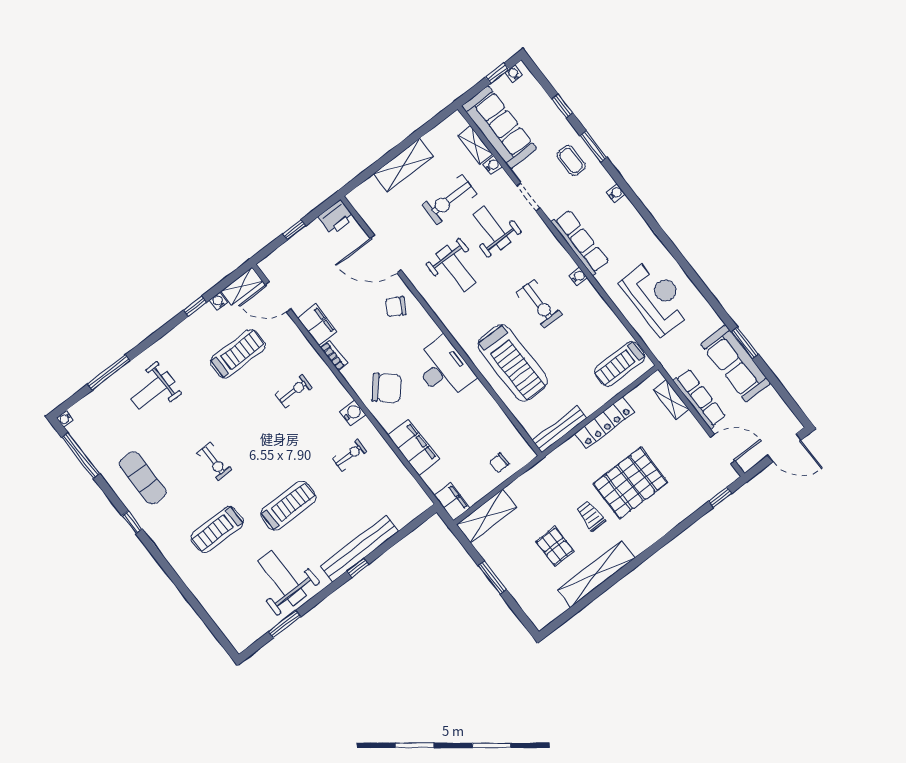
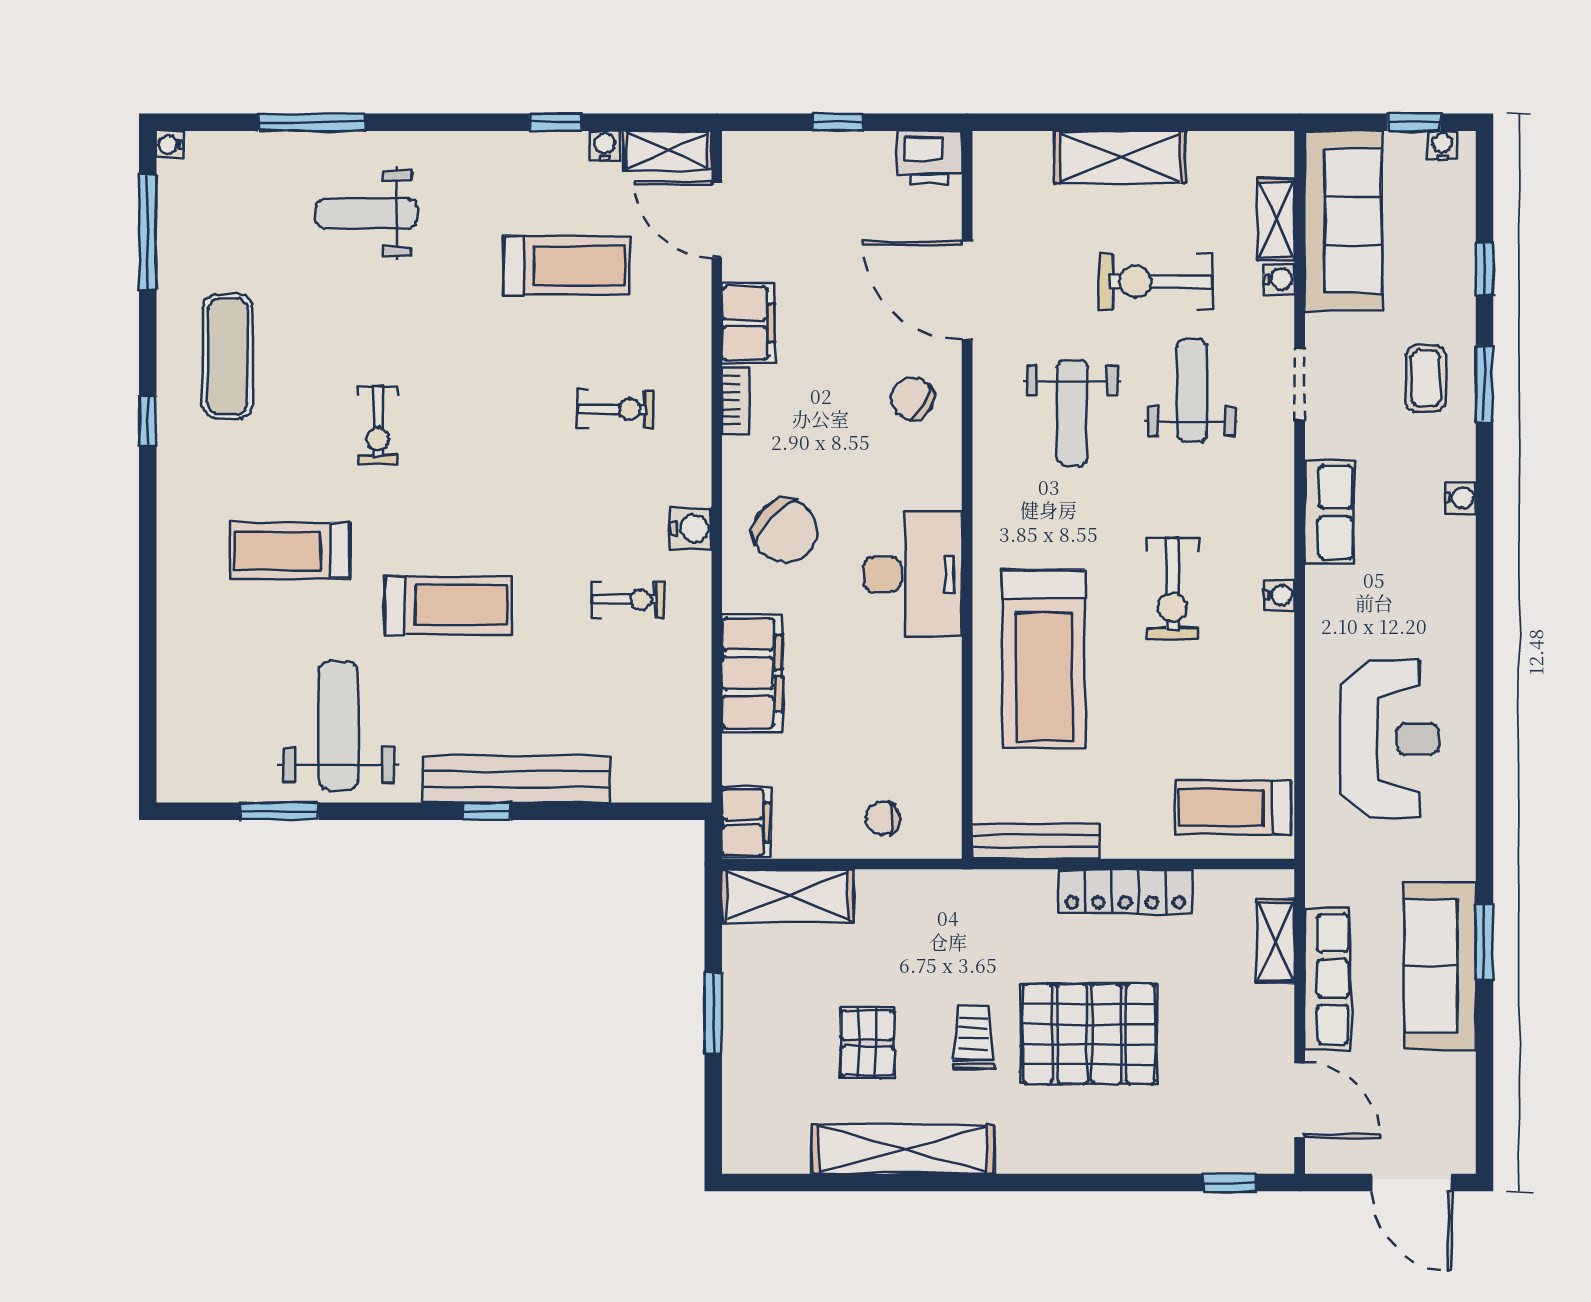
row of seats: (580, 242) -> (1330, 512), width x0.68

